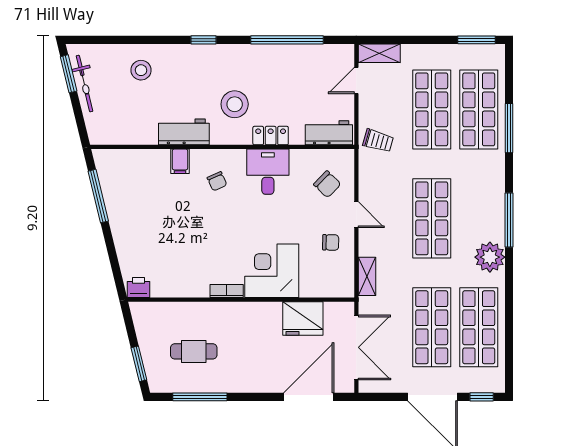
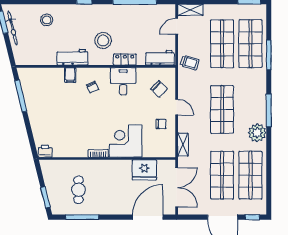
cafe table: (194, 351) -> (78, 190), turned 90

